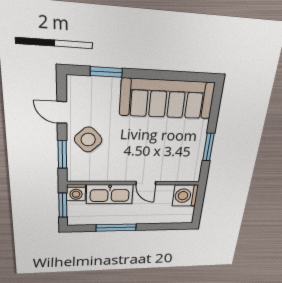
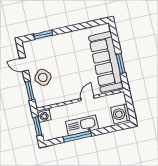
sofa: (167, 99) -> (106, 62), moved, turned 90
door: (146, 183) -> (88, 98), swing flipped
kitchen sink: (110, 194) -> (82, 125), moved, turned 180
washing machine: (185, 196) -> (121, 114), moved

